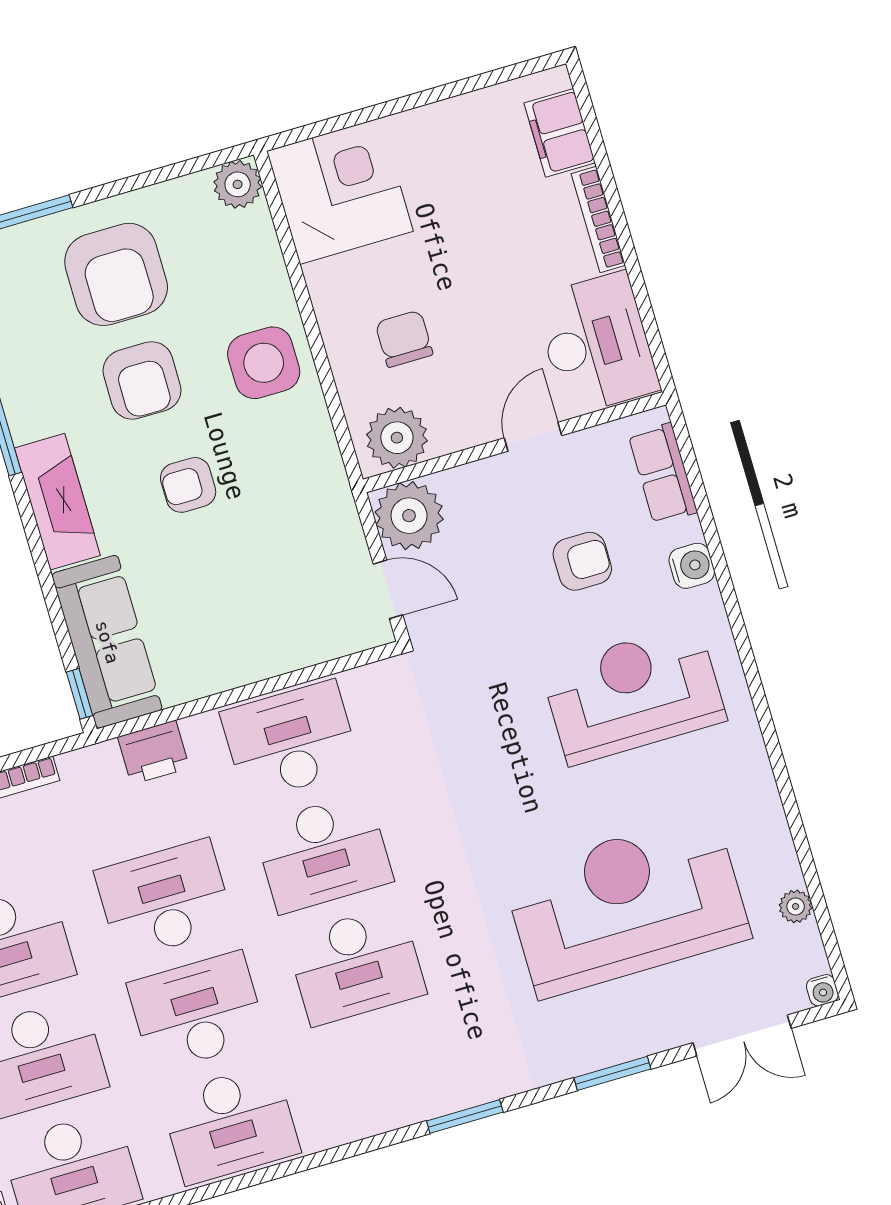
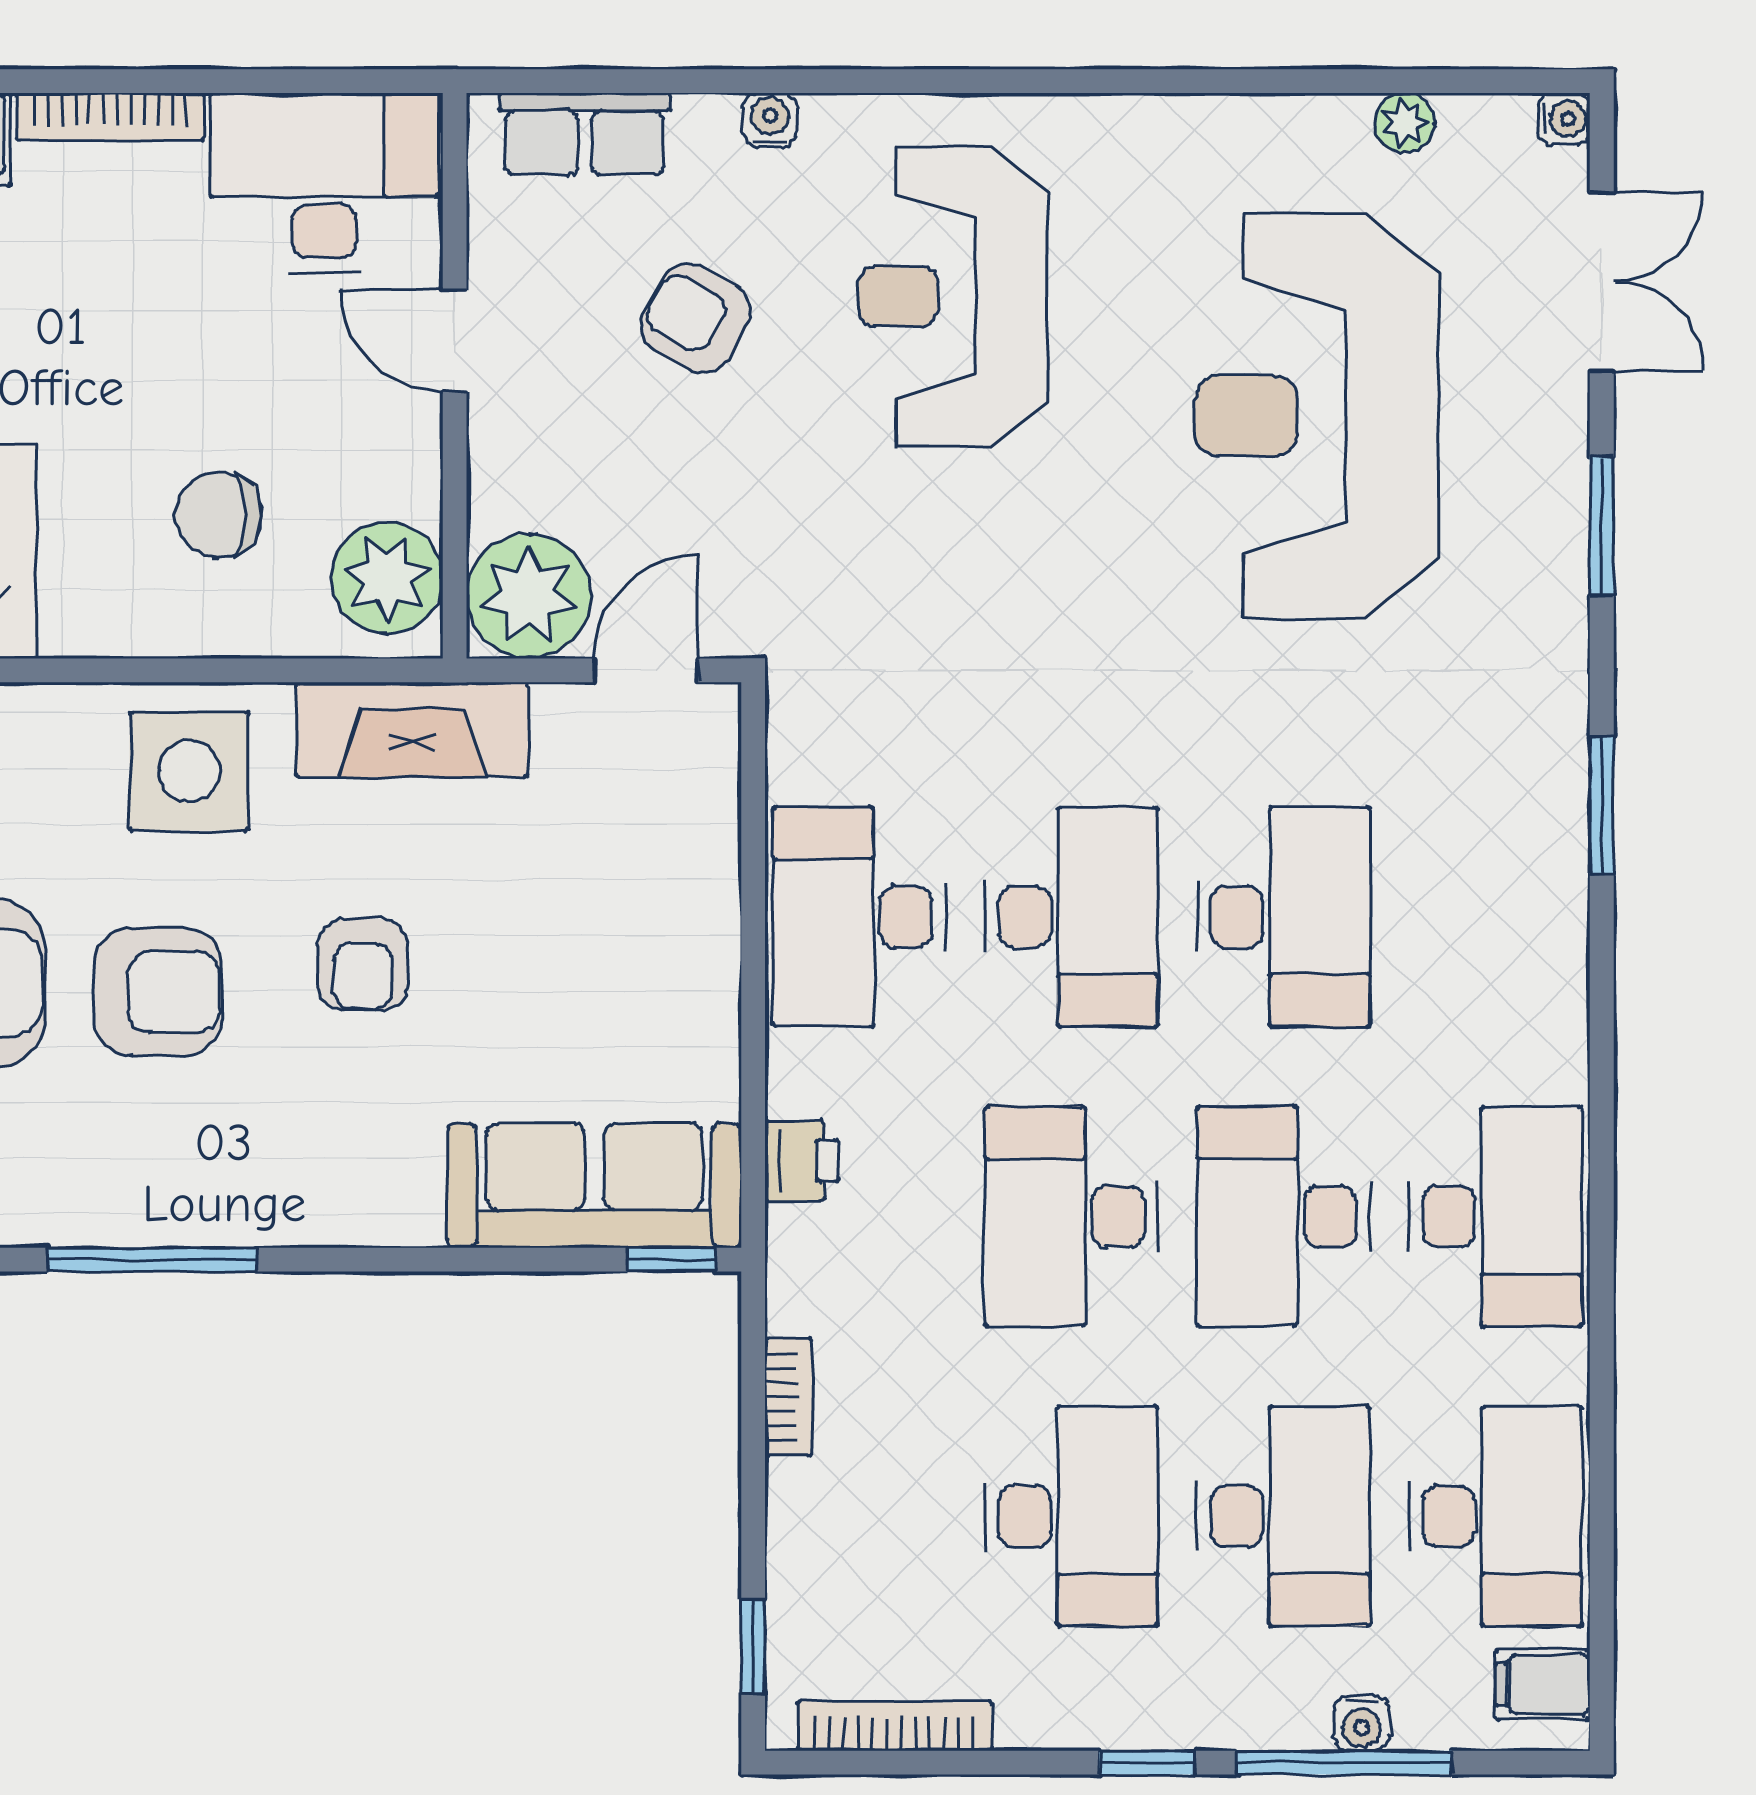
fireplace: (57, 502) -> (412, 730), moved, turned 180
armchair: (582, 561) -> (696, 318), turned -60
water cooler: (692, 566) -> (770, 120), width x0.72, depth x0.72
printer: (154, 752) -> (802, 1161), width x0.73, depth x0.81

